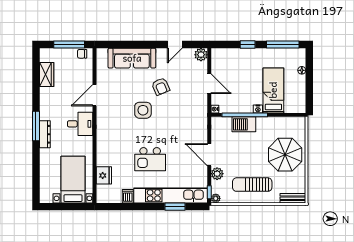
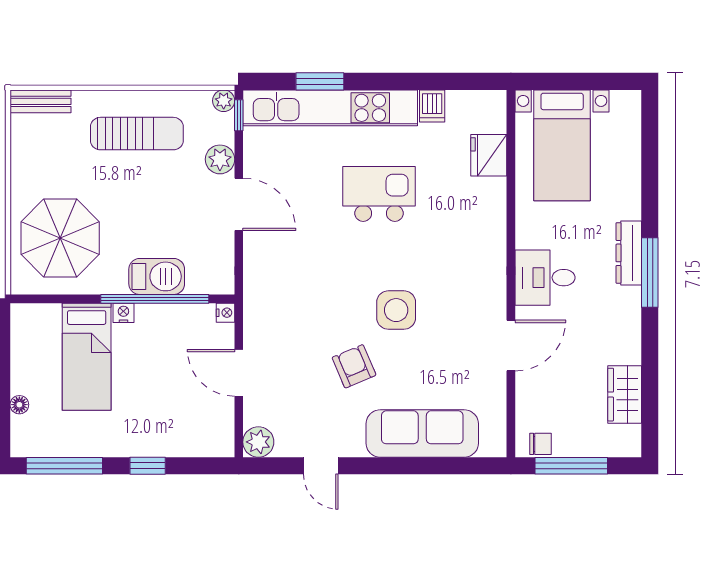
door: (175, 45) -> (321, 466), swing flipped
parasol: (285, 155) -> (60, 238), moved

